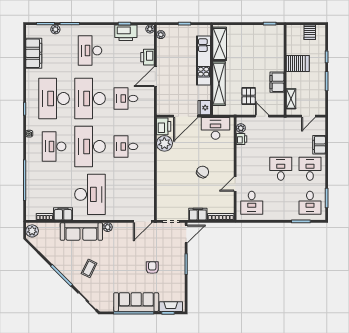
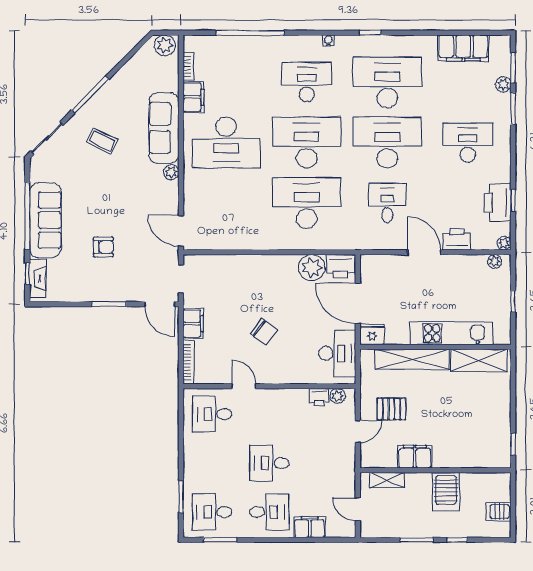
desk: (126, 146) -> (307, 203), width x1.87, depth x1.30
desk: (281, 169) -> (269, 463), turned 180

